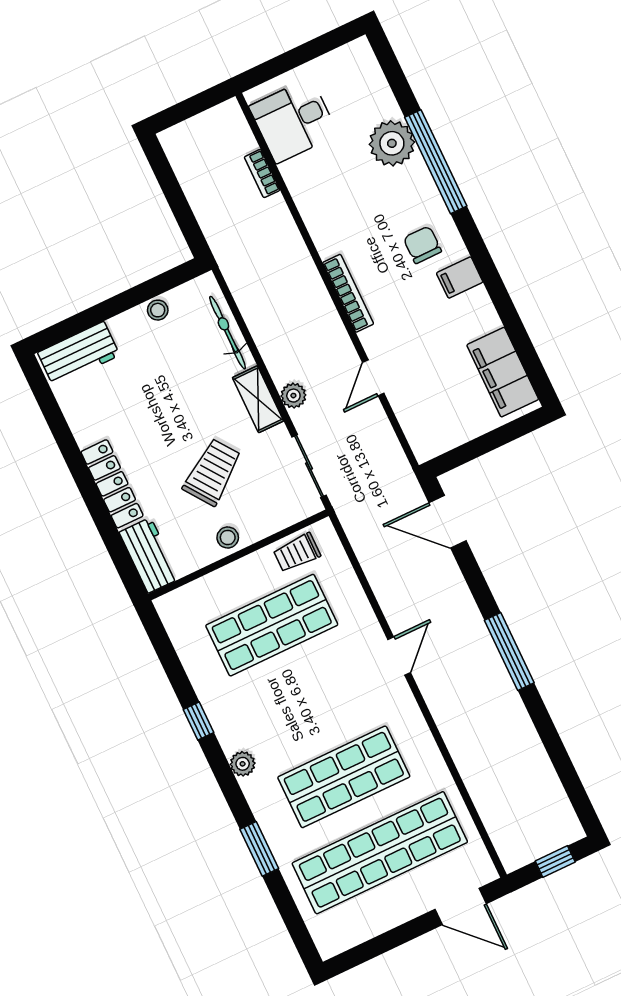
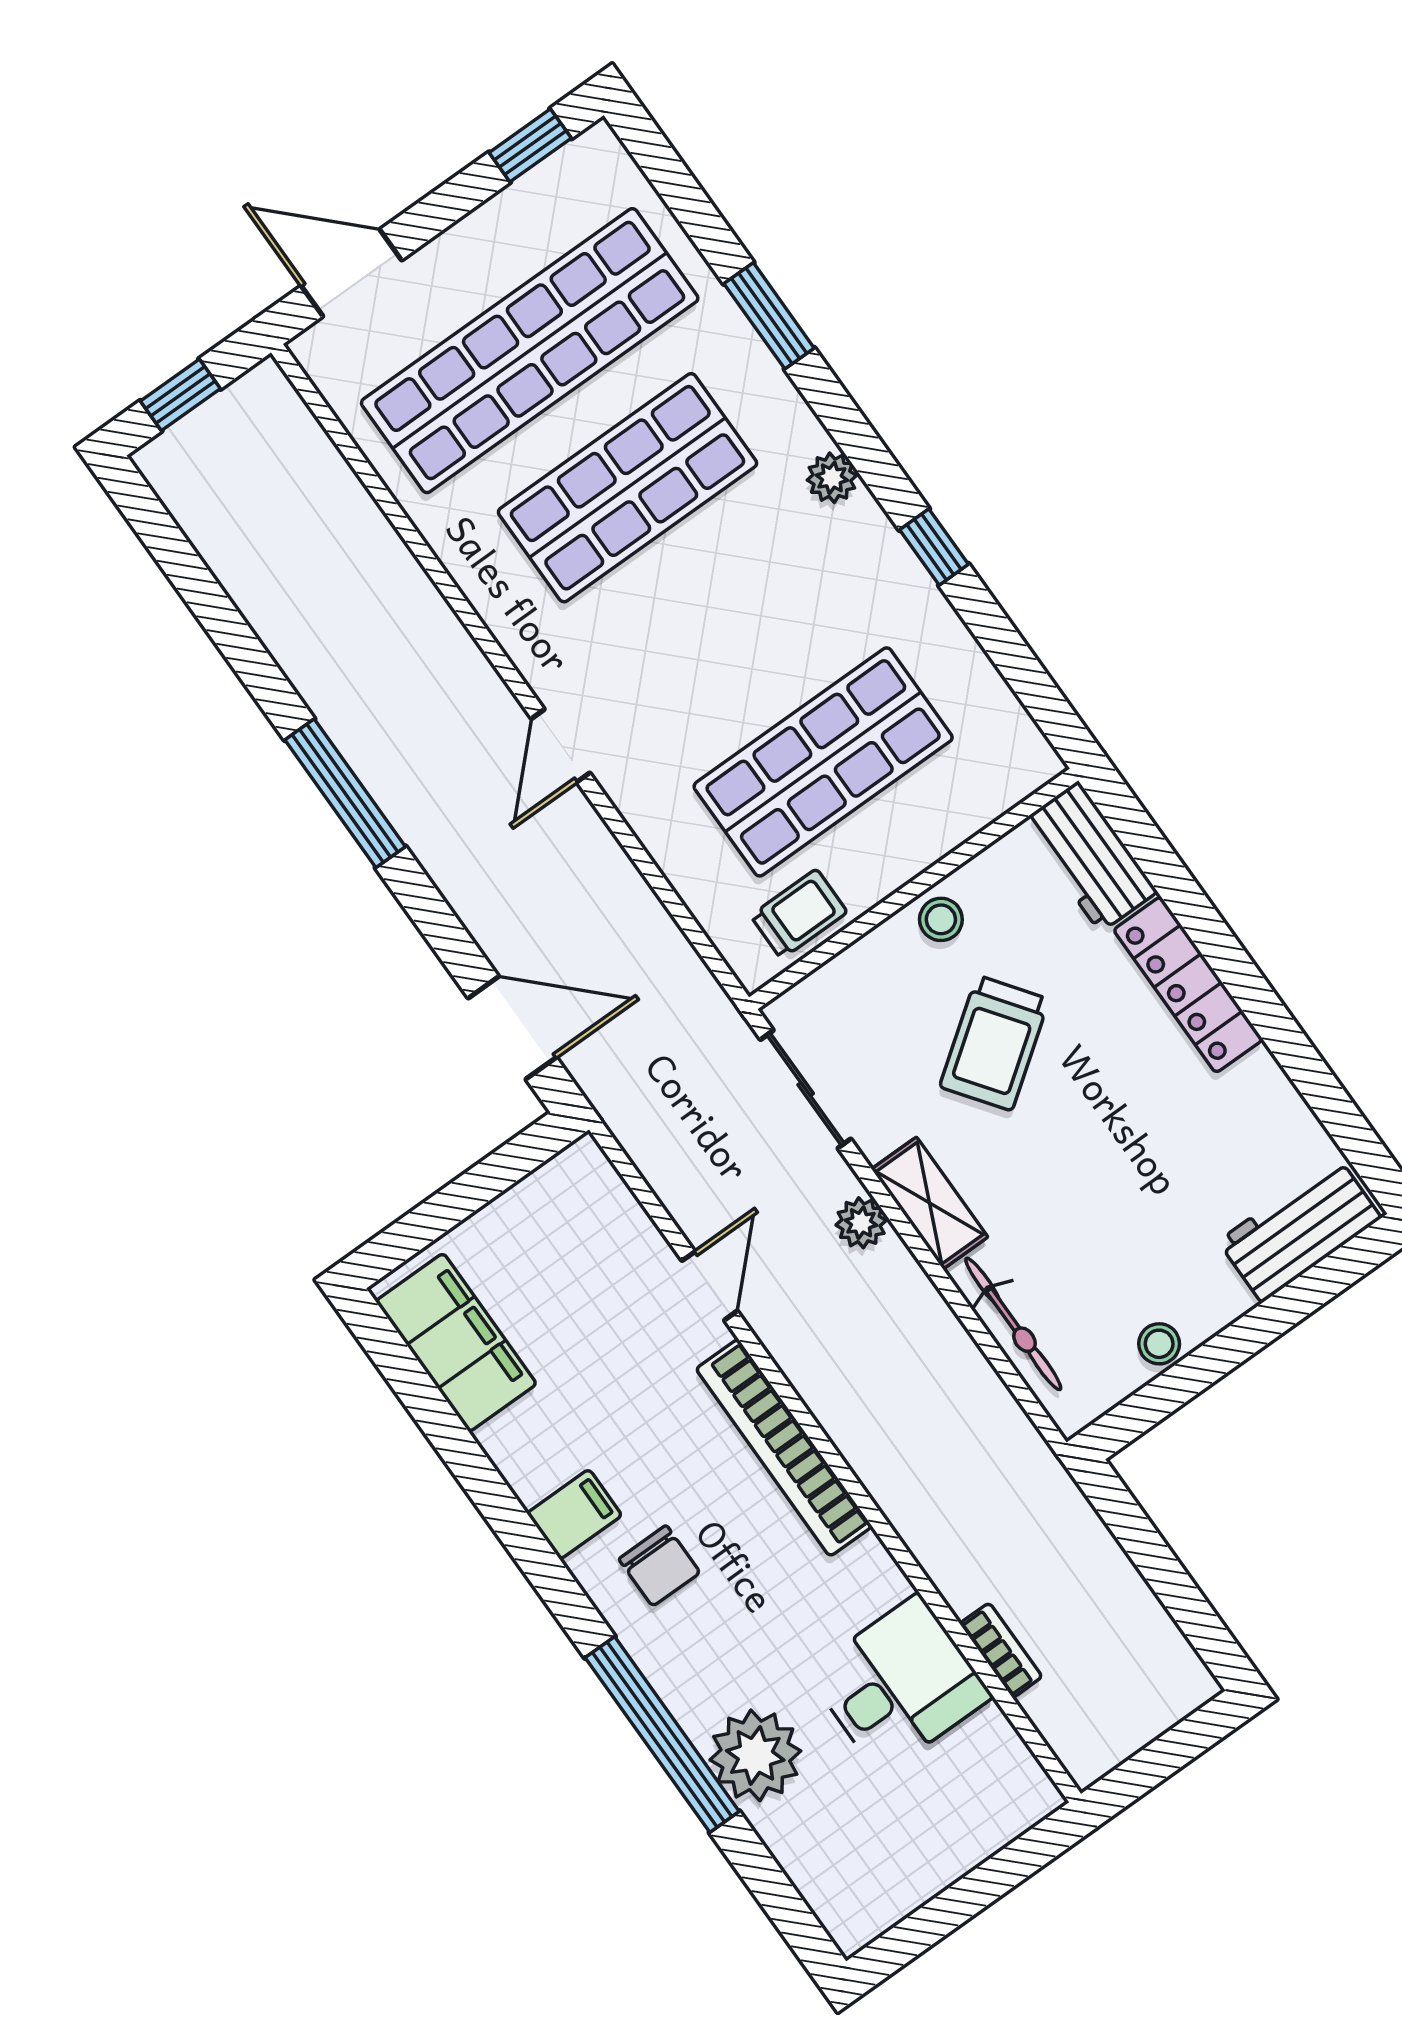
desk: (294, 120) -> (899, 1685), moved
bookcase: (348, 293) -> (784, 1448), width x1.48, depth x1.31
window: (362, 953) -> (530, 145), added

